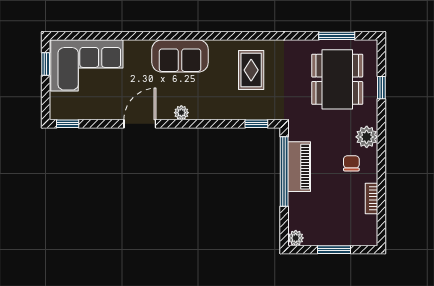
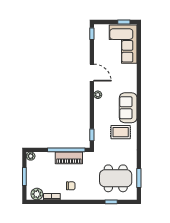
sofa: (180, 56) -> (128, 108), moved
plant: (367, 137) -> (37, 194), moved

